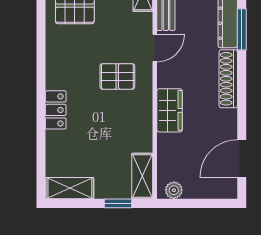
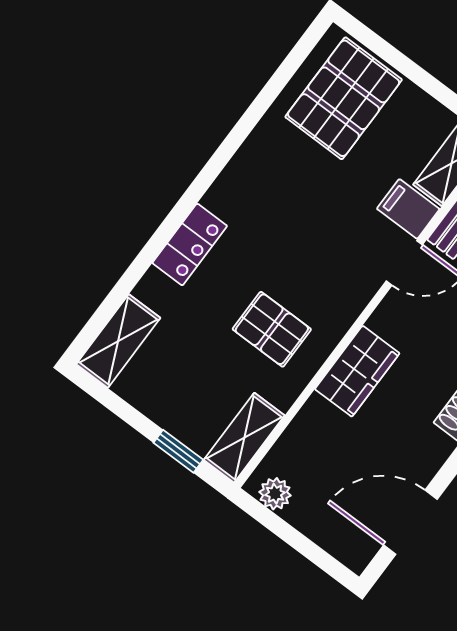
filing cabinet: (139, 23) -> (408, 209), added
pallet: (117, 76) -> (272, 329), moved
shelving: (70, 188) -> (118, 341), moved, turned 90

